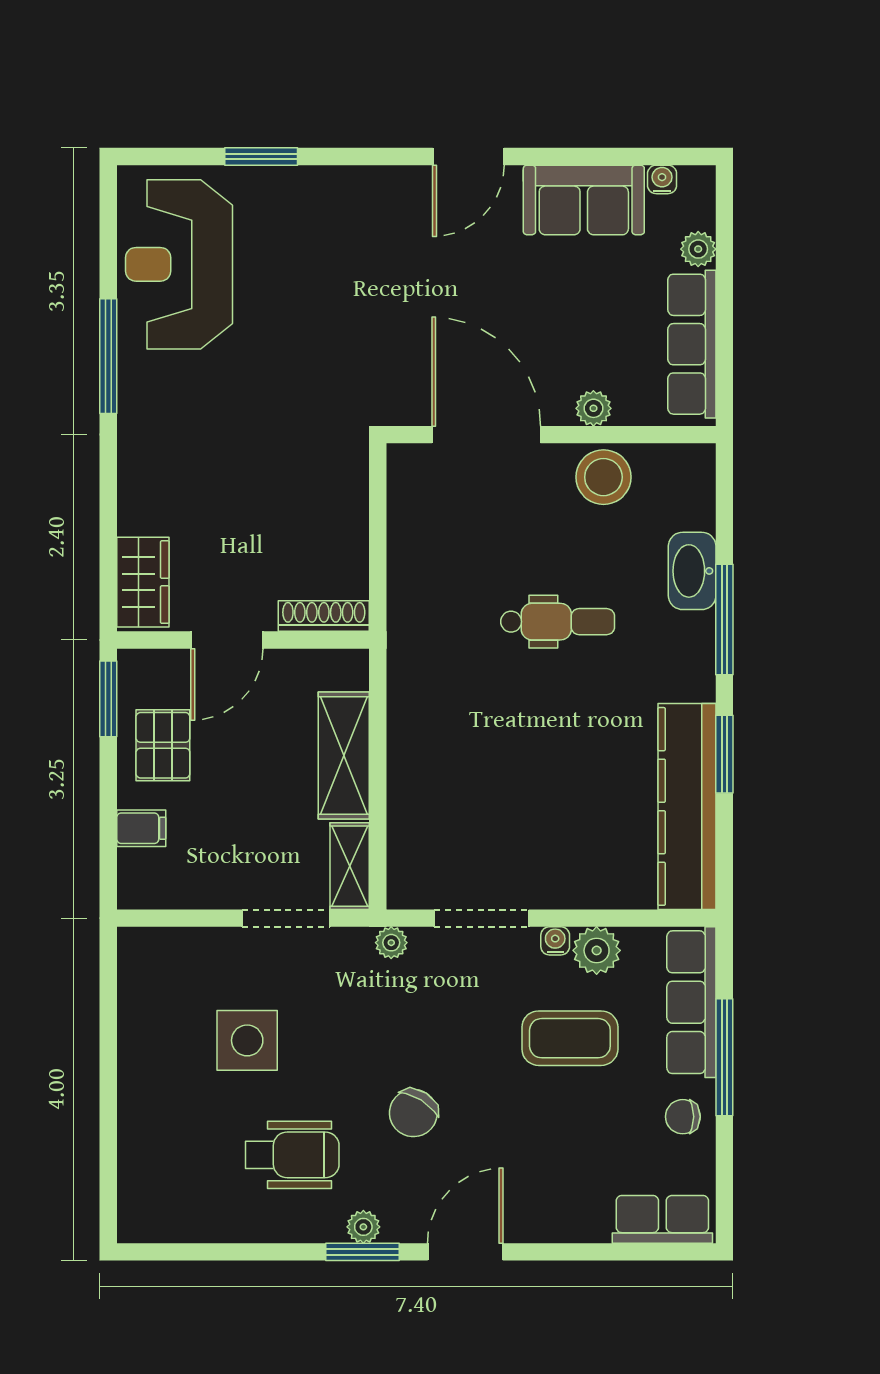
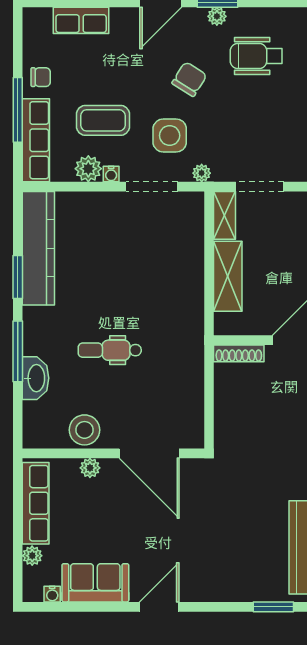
side table: (247, 1040) -> (170, 136), moved
row of seats: (662, 1219) -> (81, 20), moved

